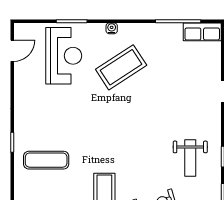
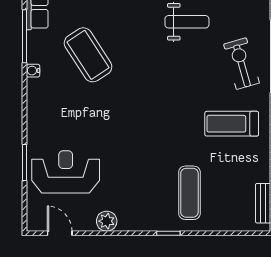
water cooler: (112, 28) -> (33, 71), moved
coffee table: (121, 67) -> (88, 55), moved
plant: (22, 90) -> (107, 221), added

